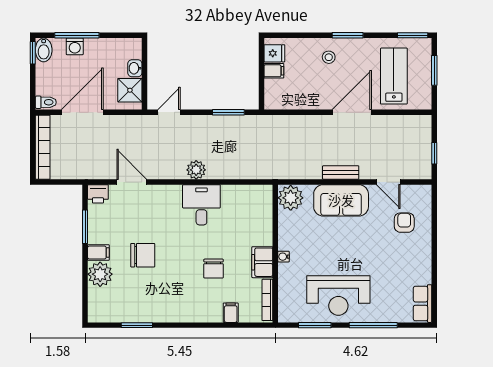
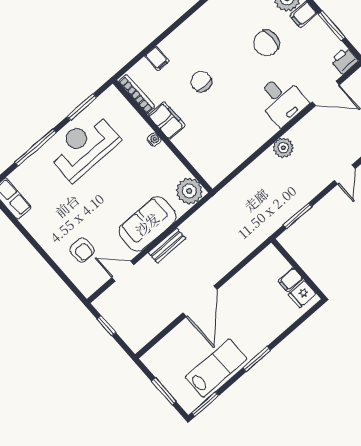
stool: (329, 57) -> (256, 329), removed
lab bench: (394, 76) -> (216, 368), moved, turned -90
desk: (201, 205) -> (282, 100), moved

